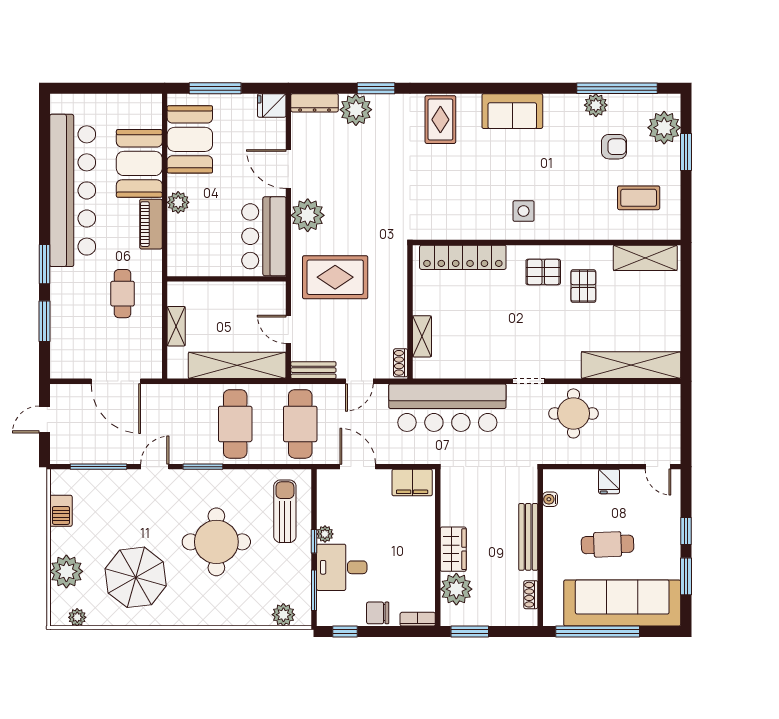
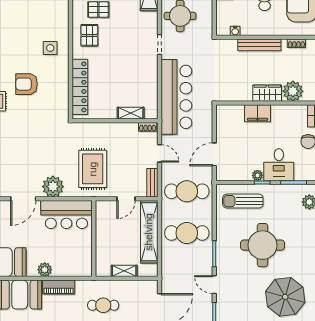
armchair: (467, 174) -> (27, 84), added
filing cabinet: (412, 483) -> (258, 113), moved, turned 90

